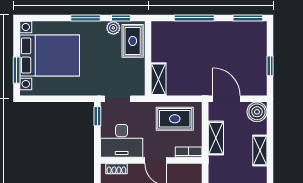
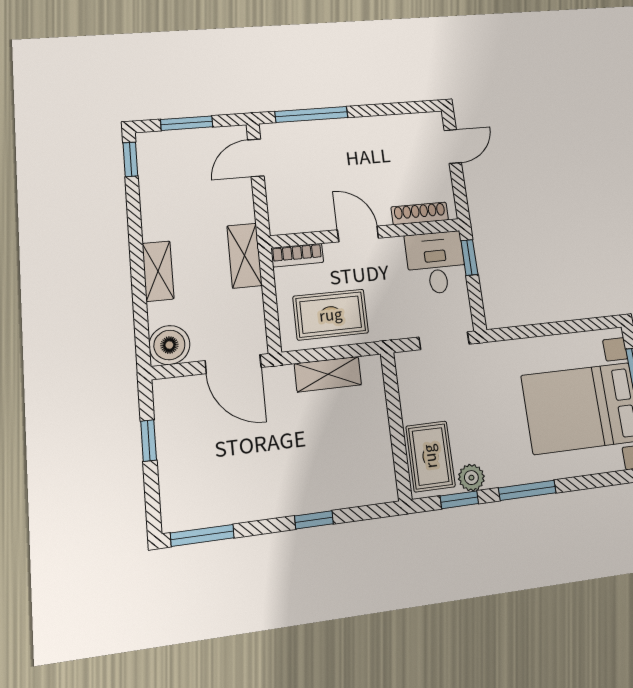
window: (194, 18) -> (314, 520), width x0.46
shelving: (159, 79) -> (328, 374), moved, turned 90
window: (97, 116) -> (469, 257), moved
shelving: (216, 138) -> (244, 256), moved
desk: (122, 141) -> (436, 263), width x0.73
shoe rack: (116, 169) -> (420, 213), width x1.43

